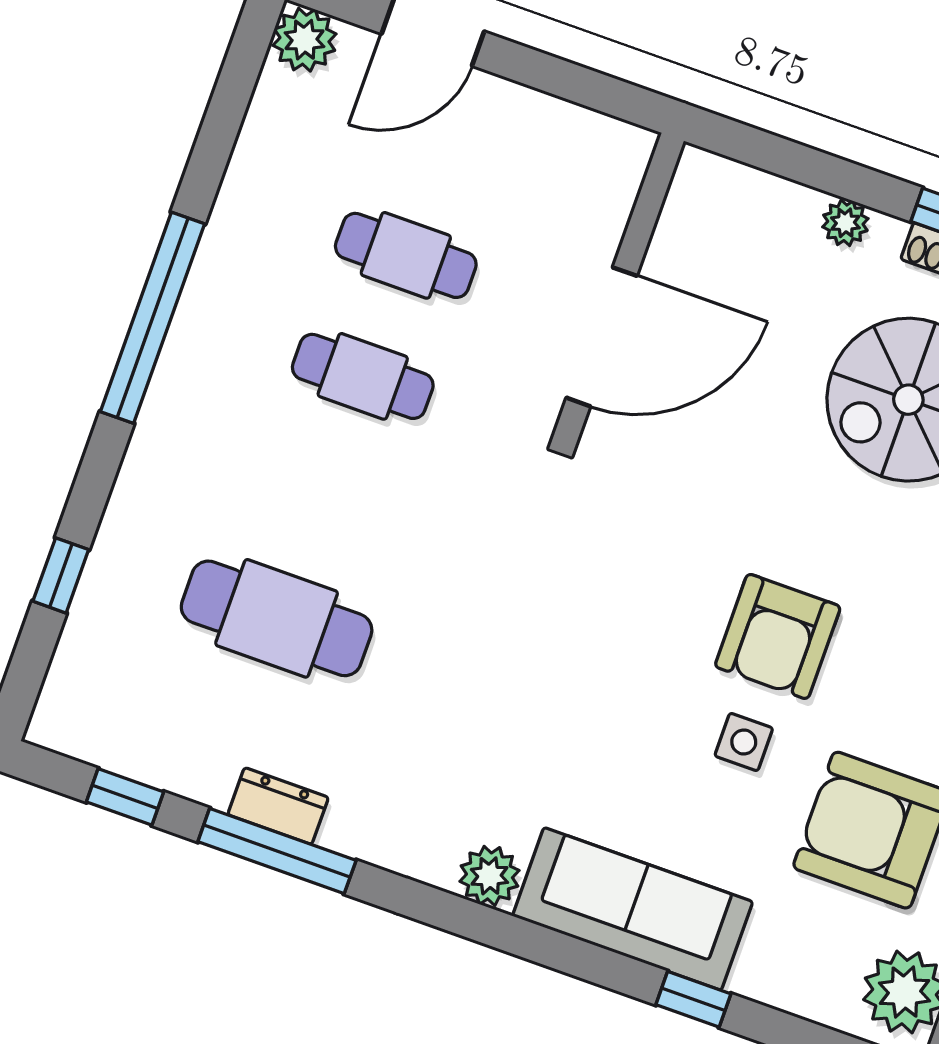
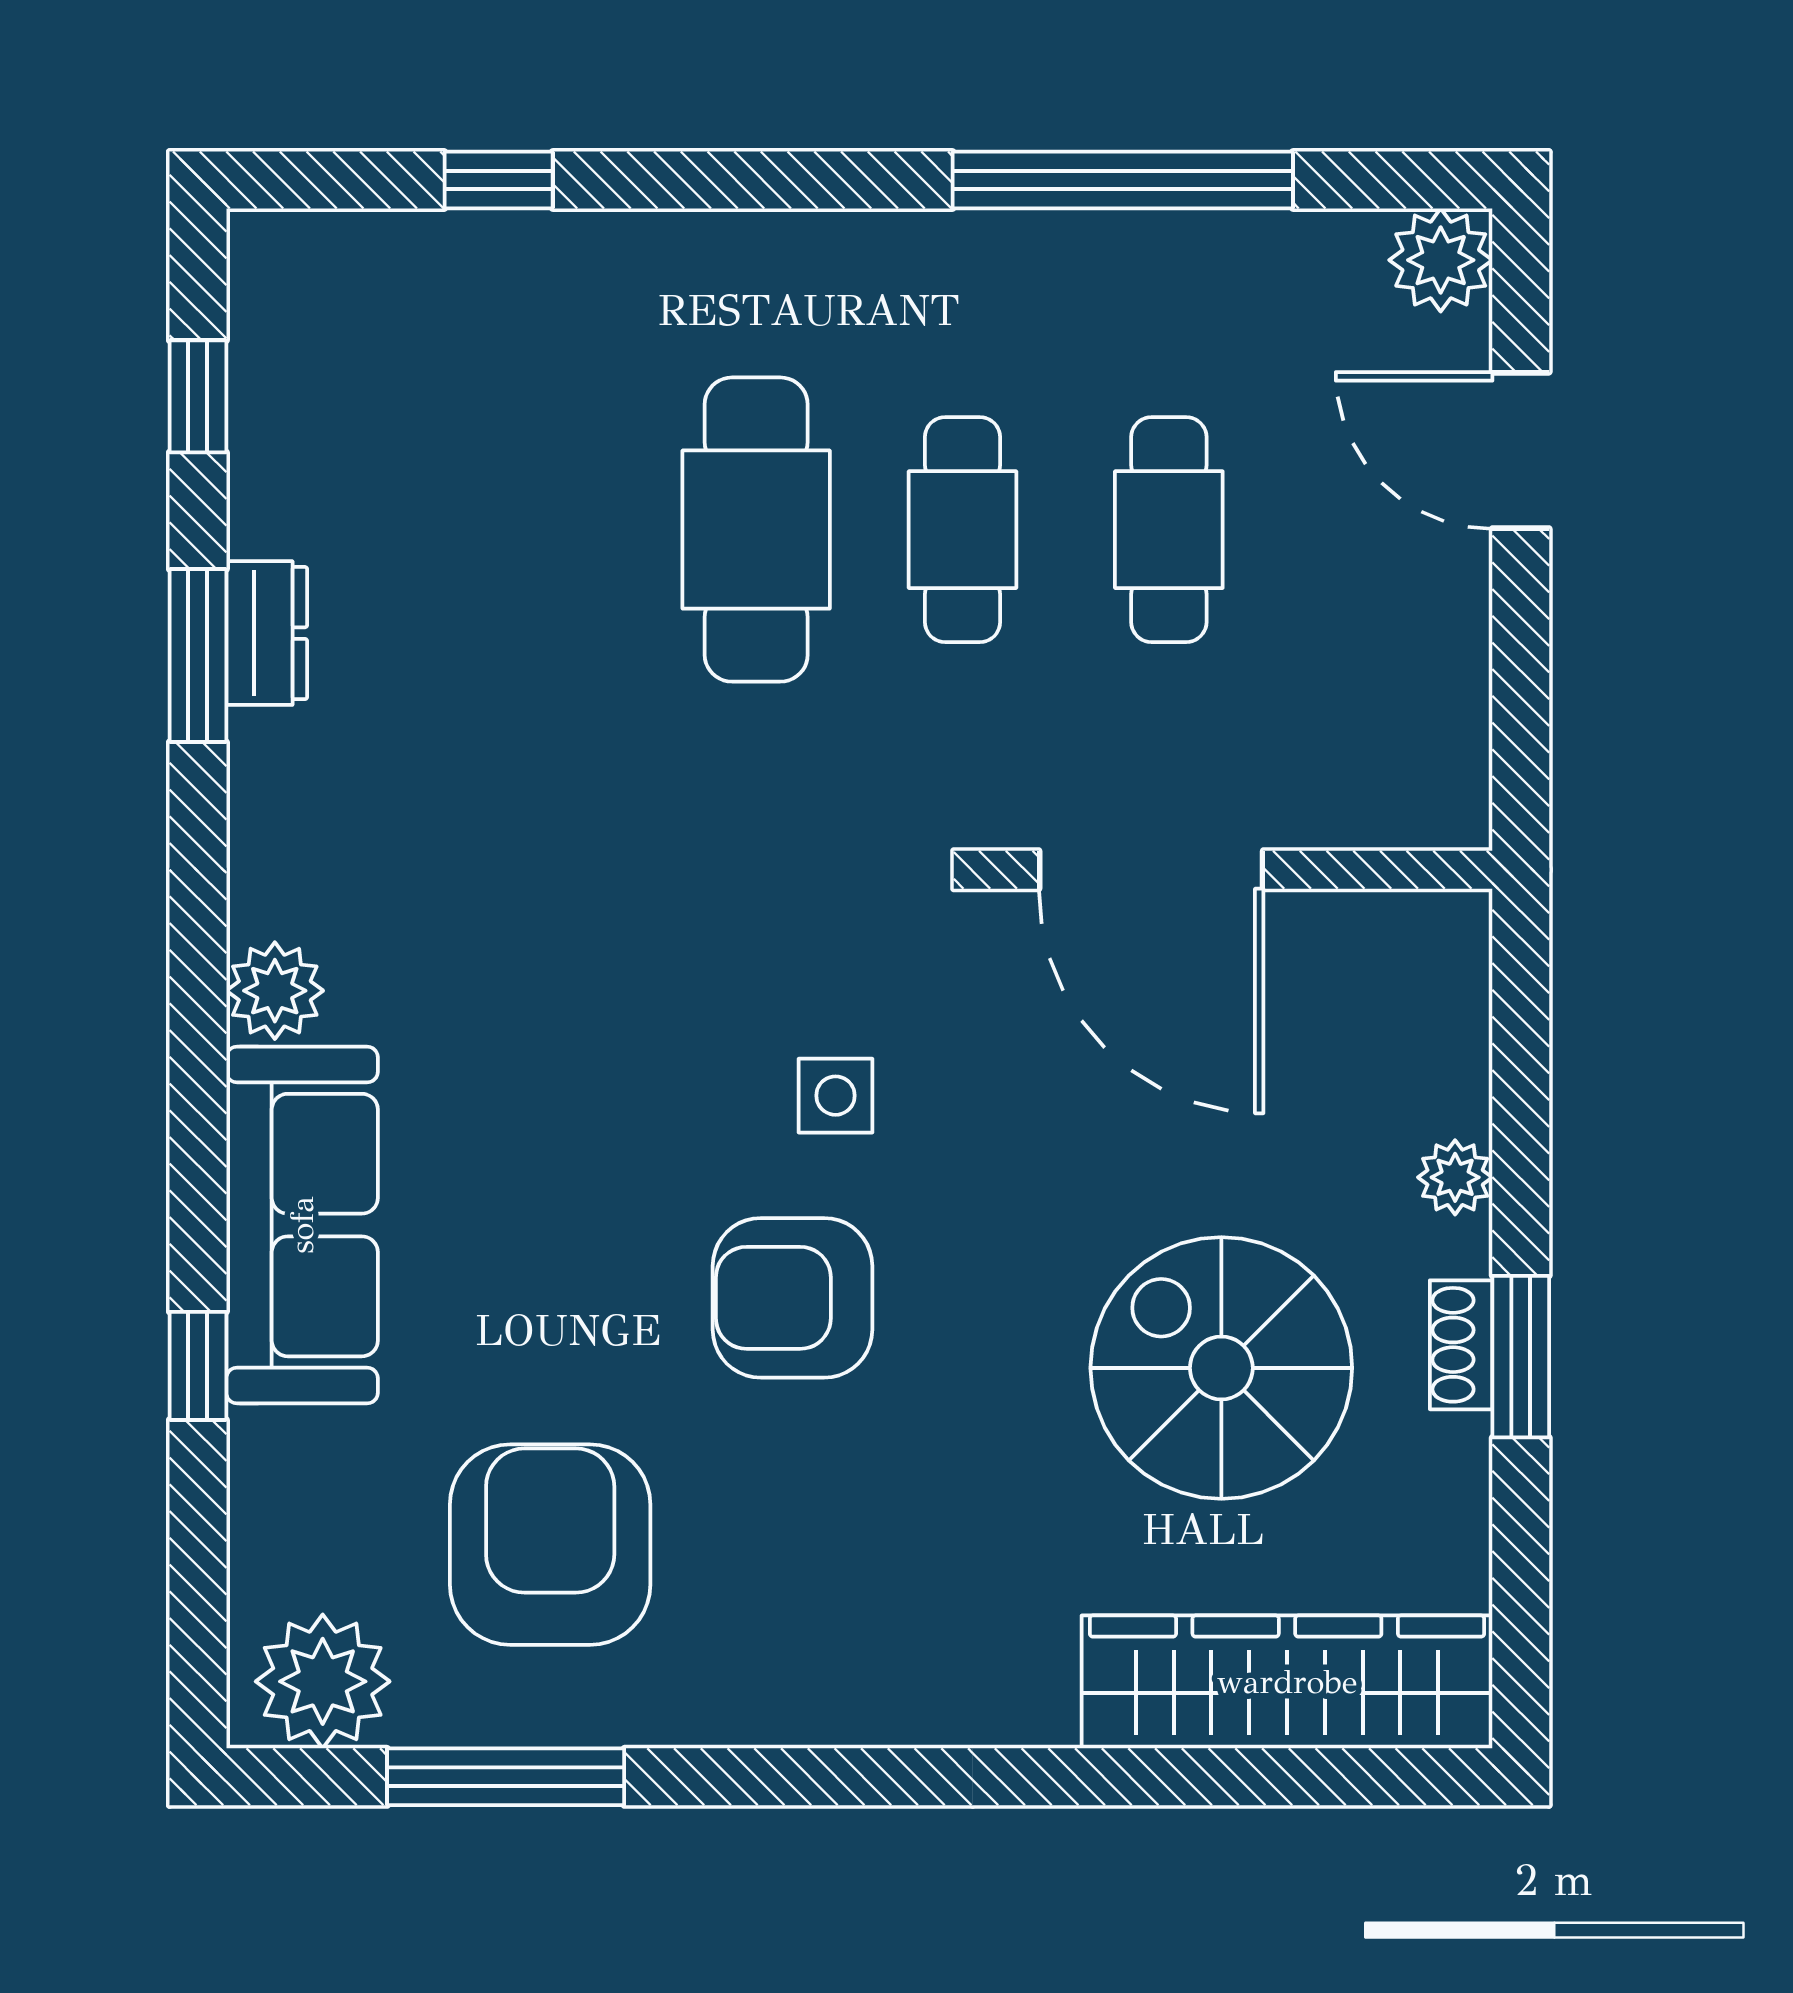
window: (153, 318) -> (1123, 180), moved
cafe table: (277, 618) -> (756, 530), moved
side table: (744, 742) -> (836, 1096), moved
window: (277, 851) -> (198, 656), width x0.69

